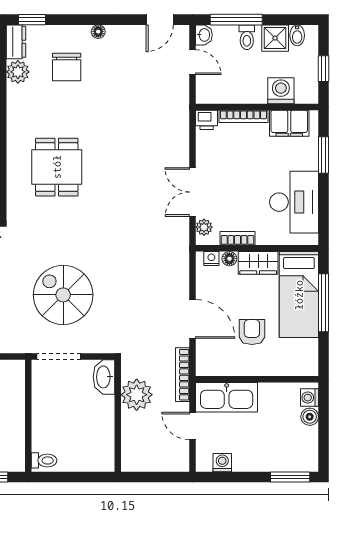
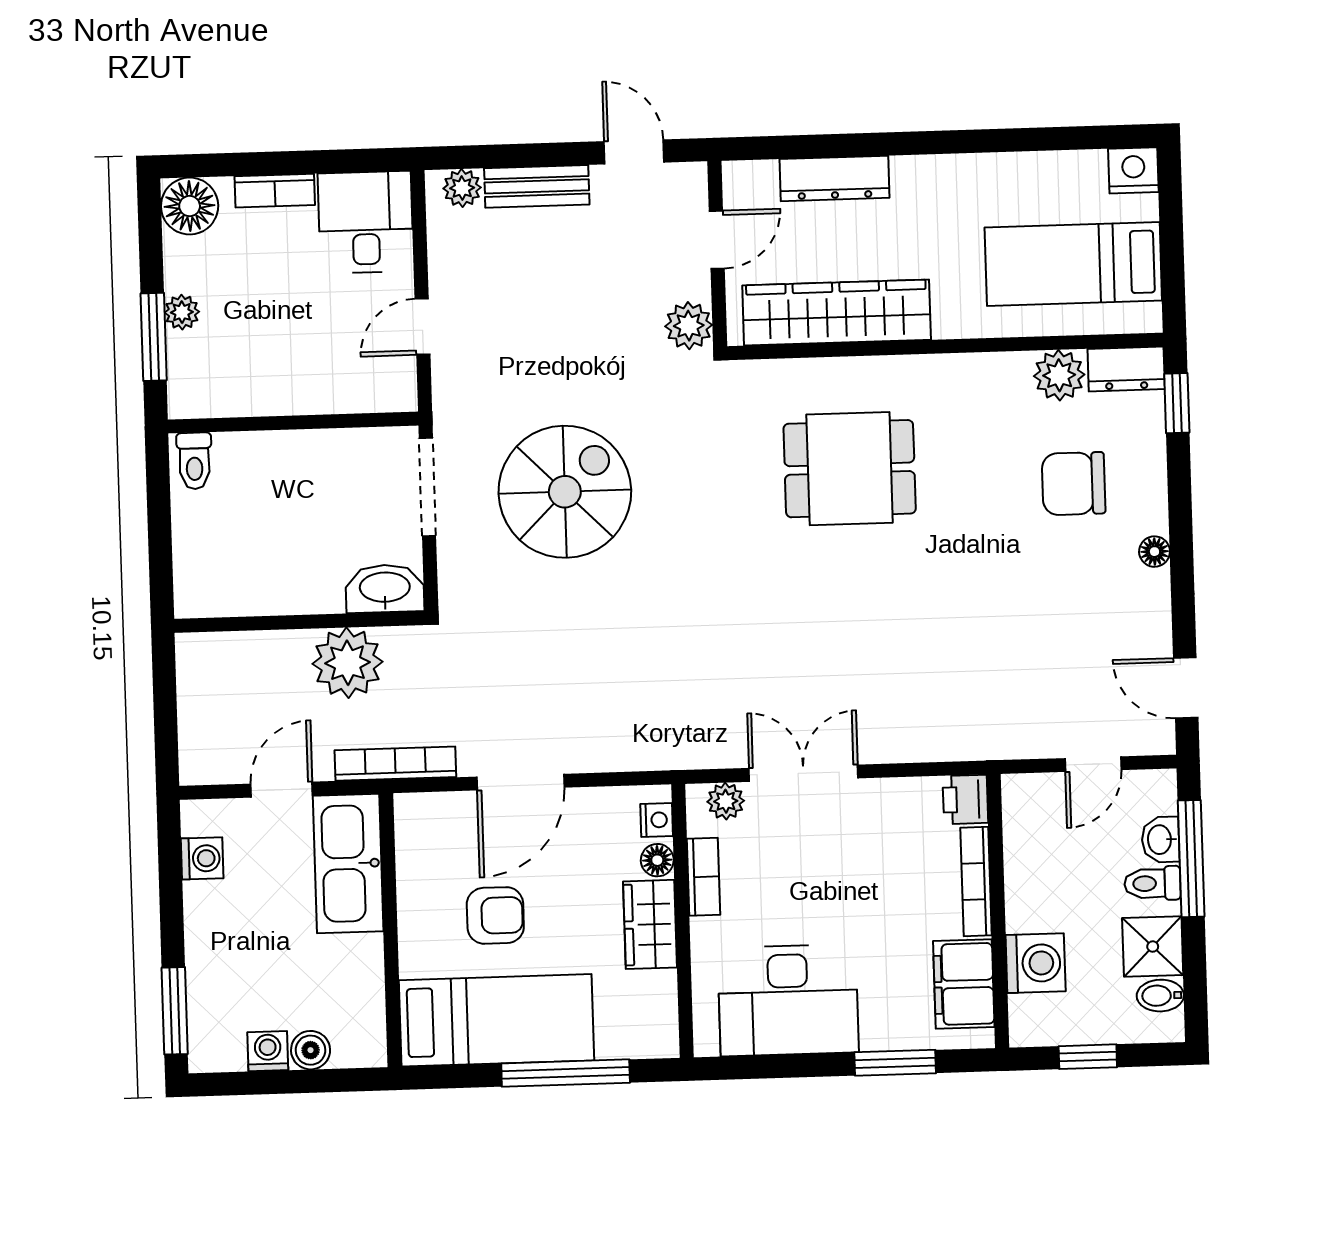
washbasin: (204, 35) -> (1161, 840), moved, turned 90
bed: (299, 295) -> (496, 1020), moved, turned 180
washing machine: (309, 398) -> (268, 1051), moved

